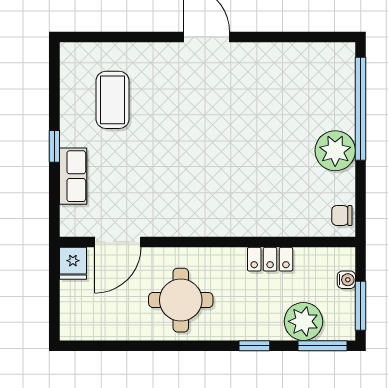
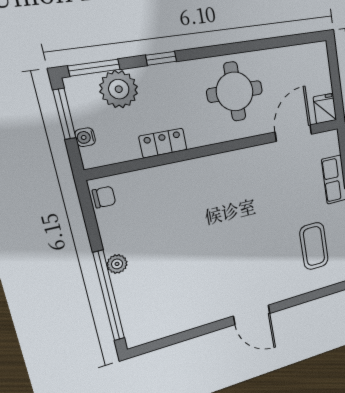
plant: (335, 151) -> (117, 264), width x0.53, depth x0.53

